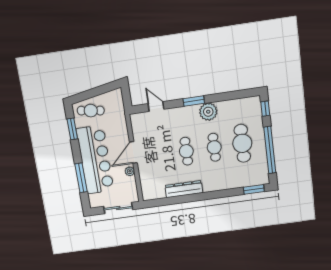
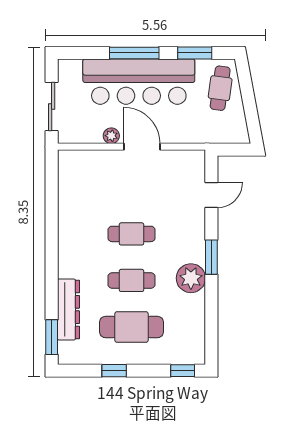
window: (270, 150) -> (114, 371), width x0.32
window: (81, 178) -> (134, 53), moved
dresser: (184, 189) -> (68, 309), moved

